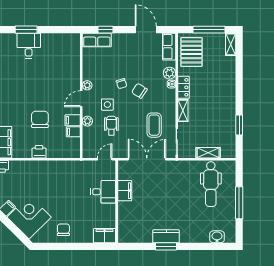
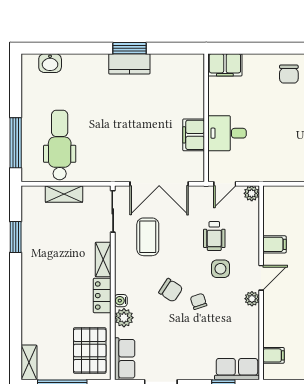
plant: (87, 121) -> (252, 193), moved
filing cabinet: (73, 132) -> (274, 355), moved
window: (239, 203) -> (16, 143), moved

